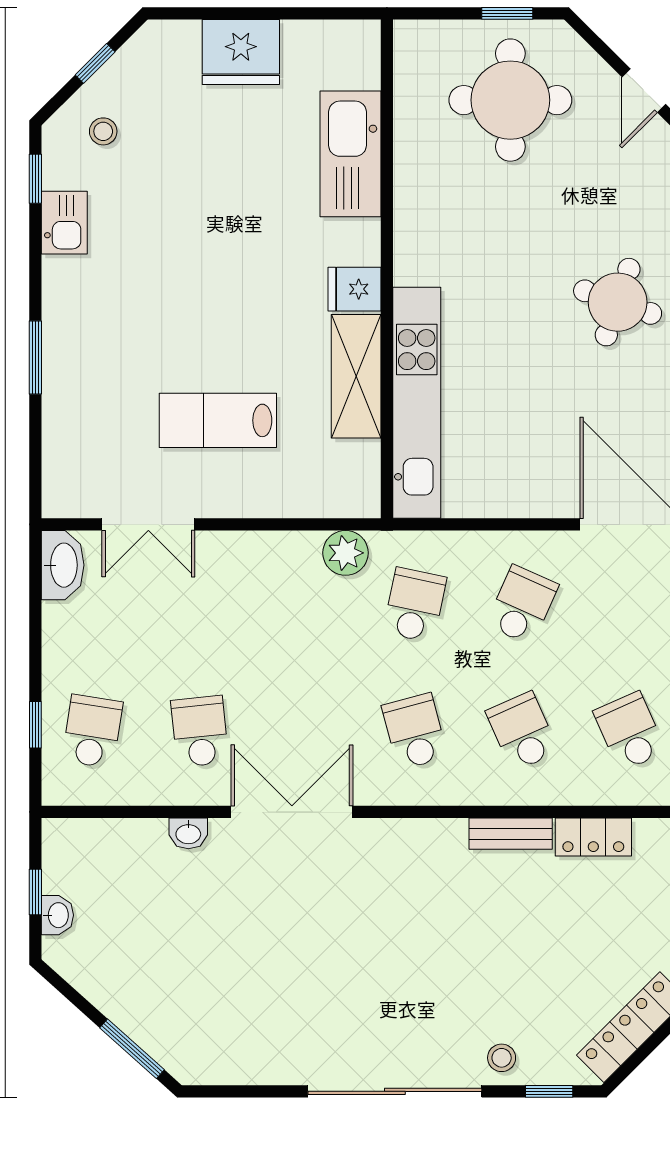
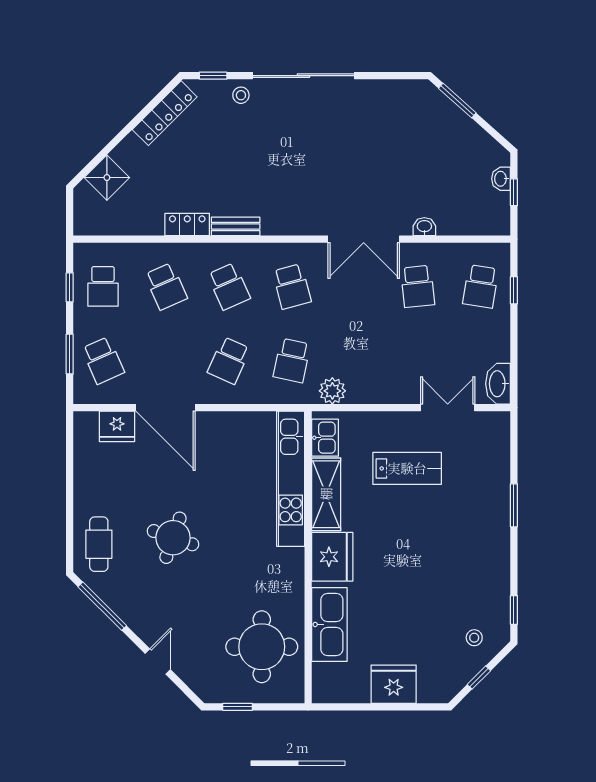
round table: (510, 100) -> (262, 647), moved
kitchen sink: (64, 223) -> (325, 438), moved, turned 180
fridge: (354, 289) -> (332, 557), width x1.88, depth x1.34

